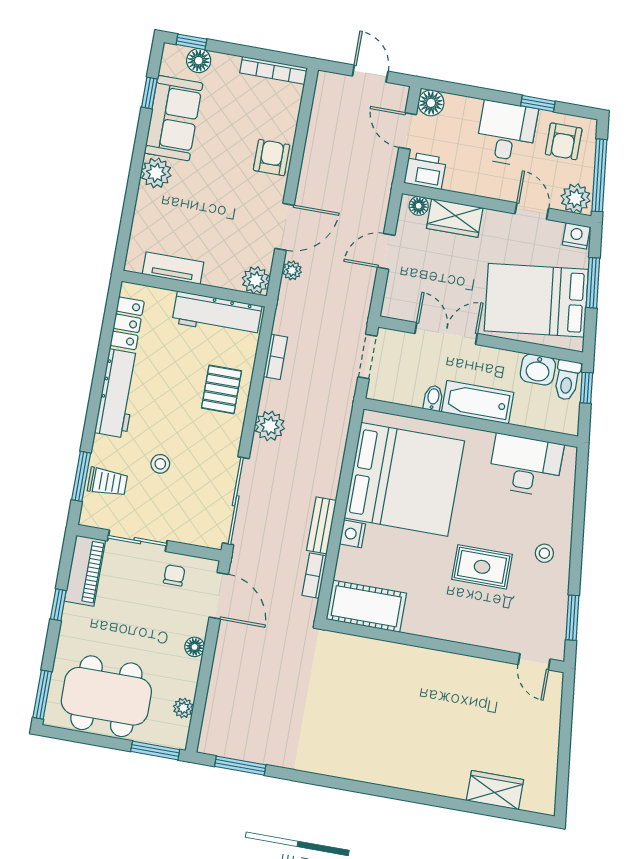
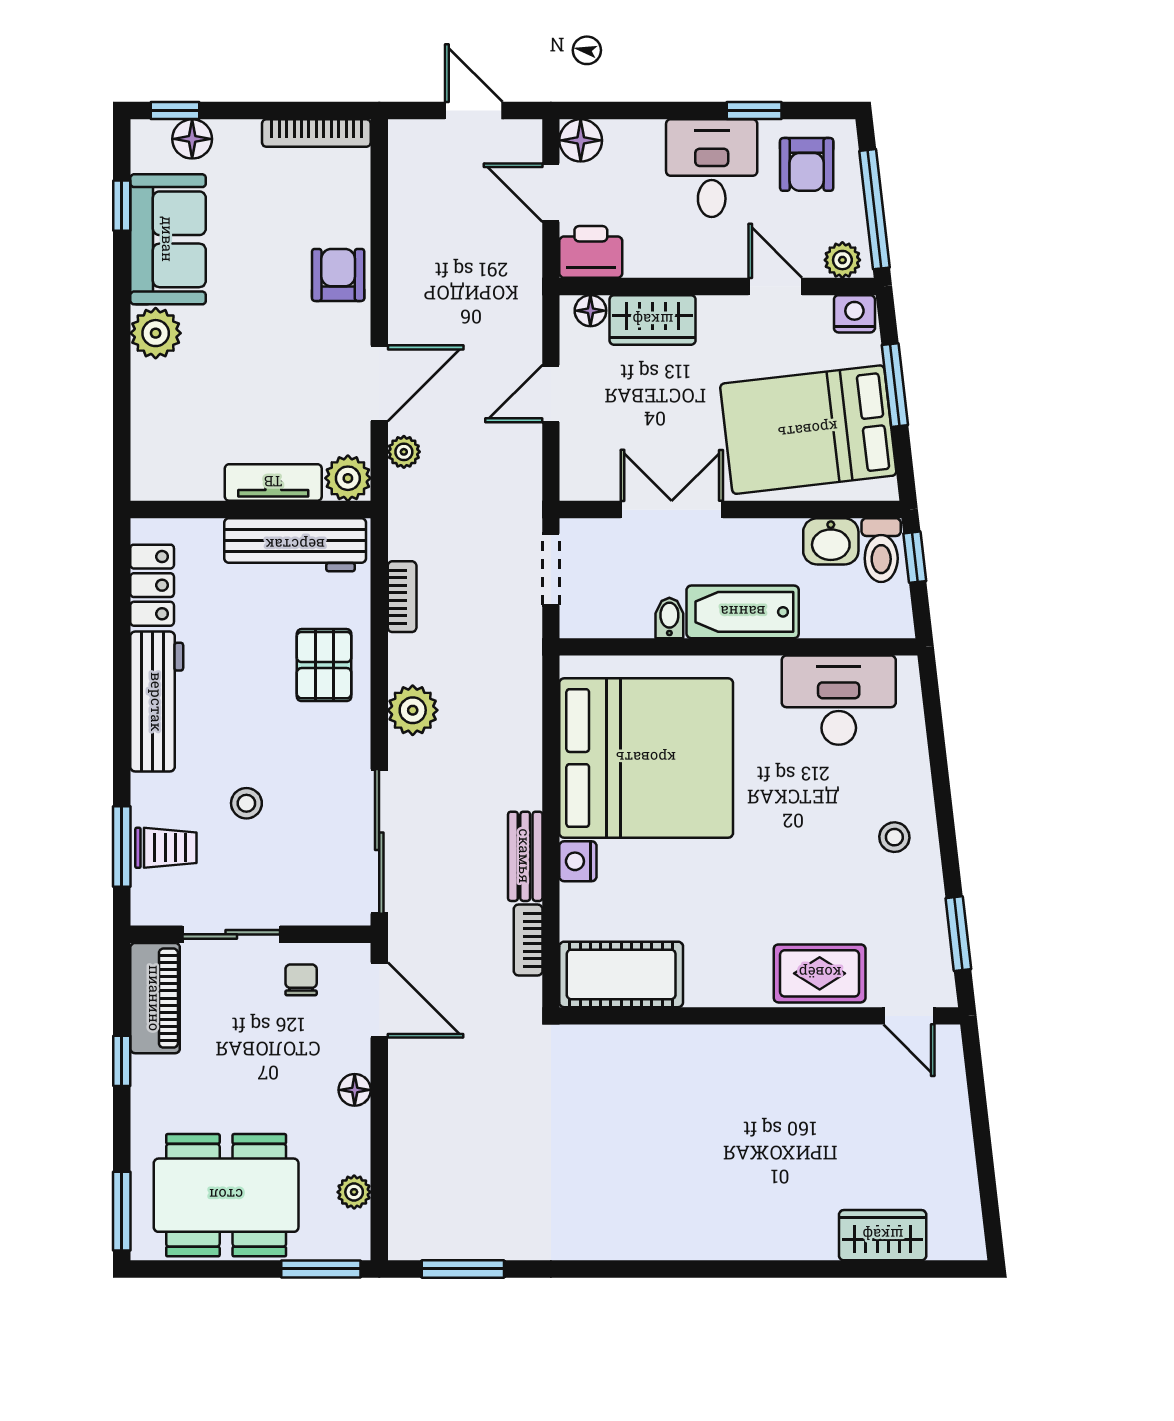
plant: (576, 198) -> (842, 260), width x0.73, depth x0.73
tv unit: (173, 268) -> (273, 482), moved
rug: (482, 567) -> (820, 973), moved

